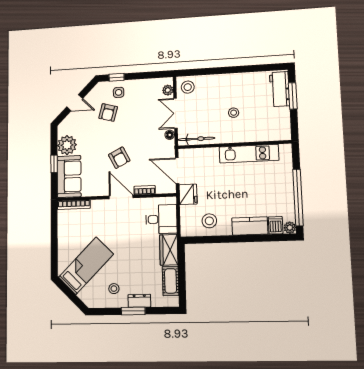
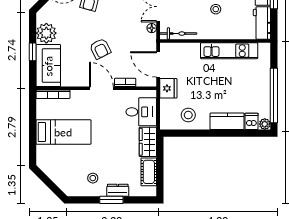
workbench: (282, 124) -> (262, 23), added
bed: (86, 266) -> (63, 132), moved, turned 45

